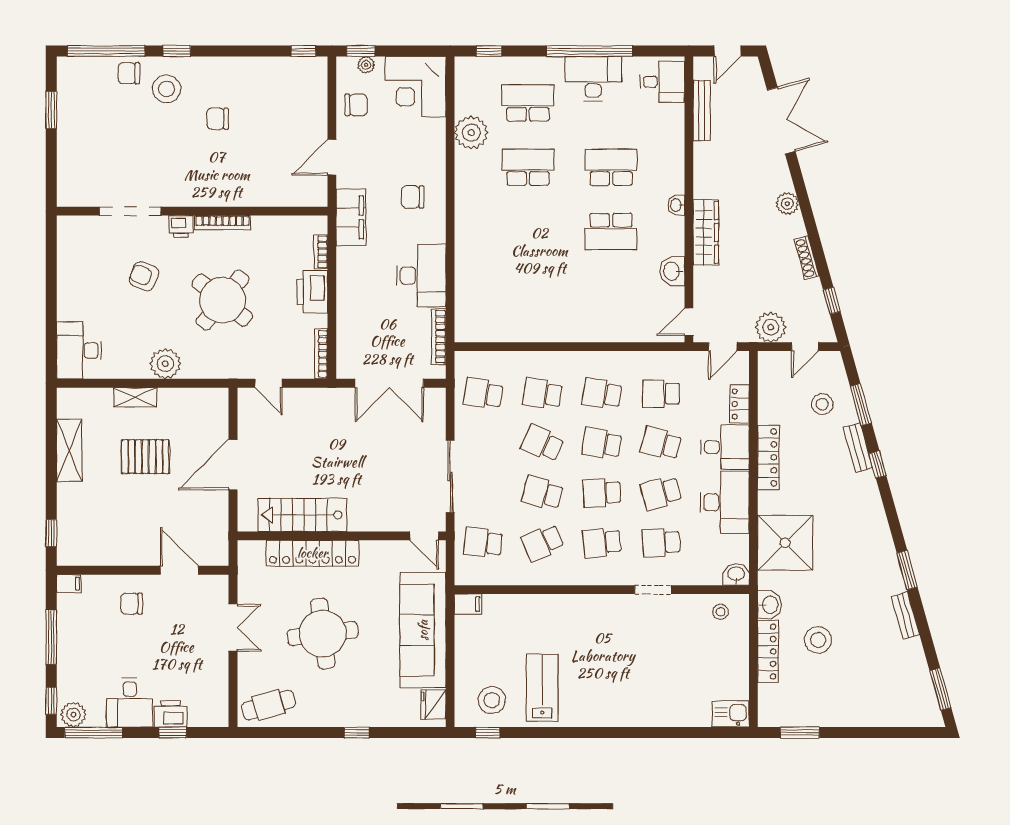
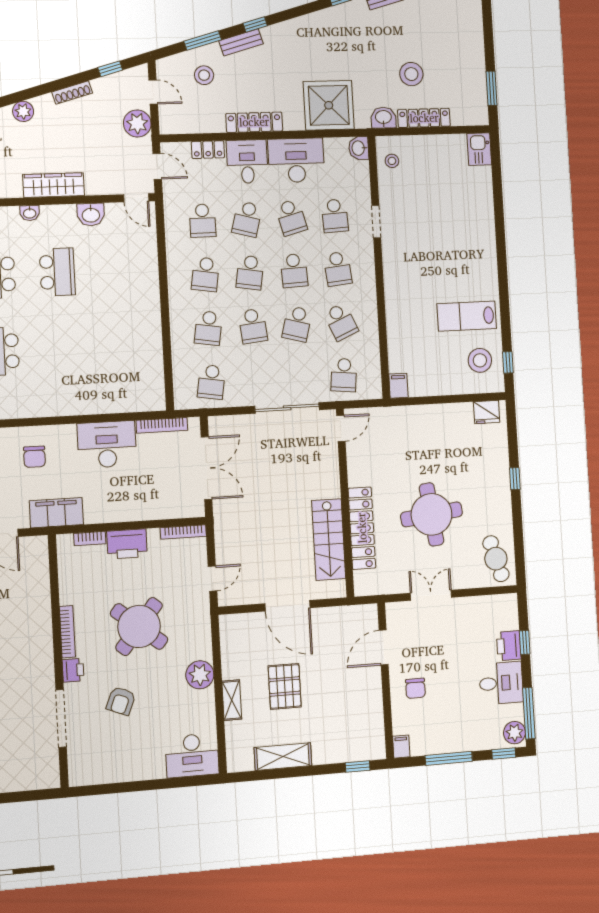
school desk: (542, 443) -> (253, 326), turned -30
sofa: (423, 630) -> (423, 425), removed

